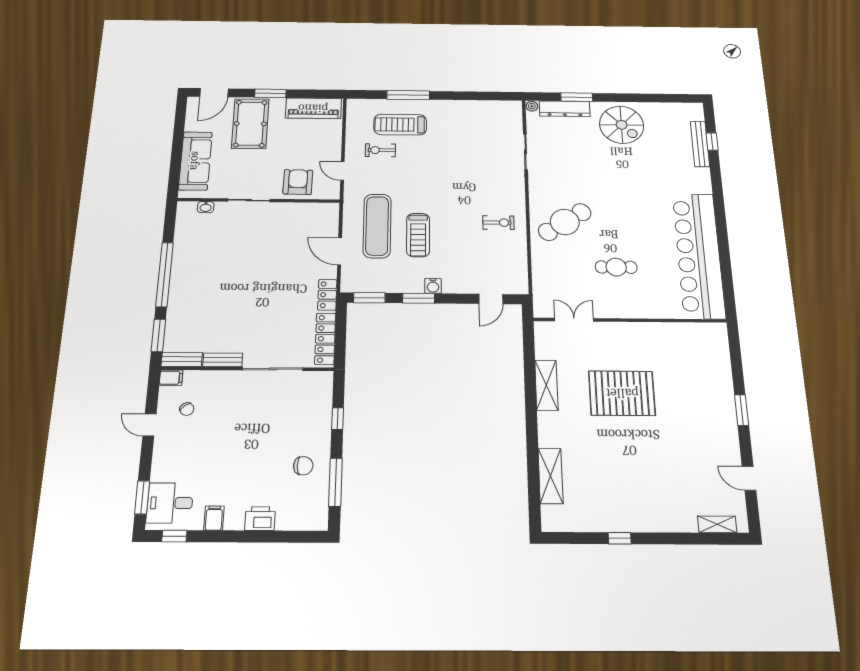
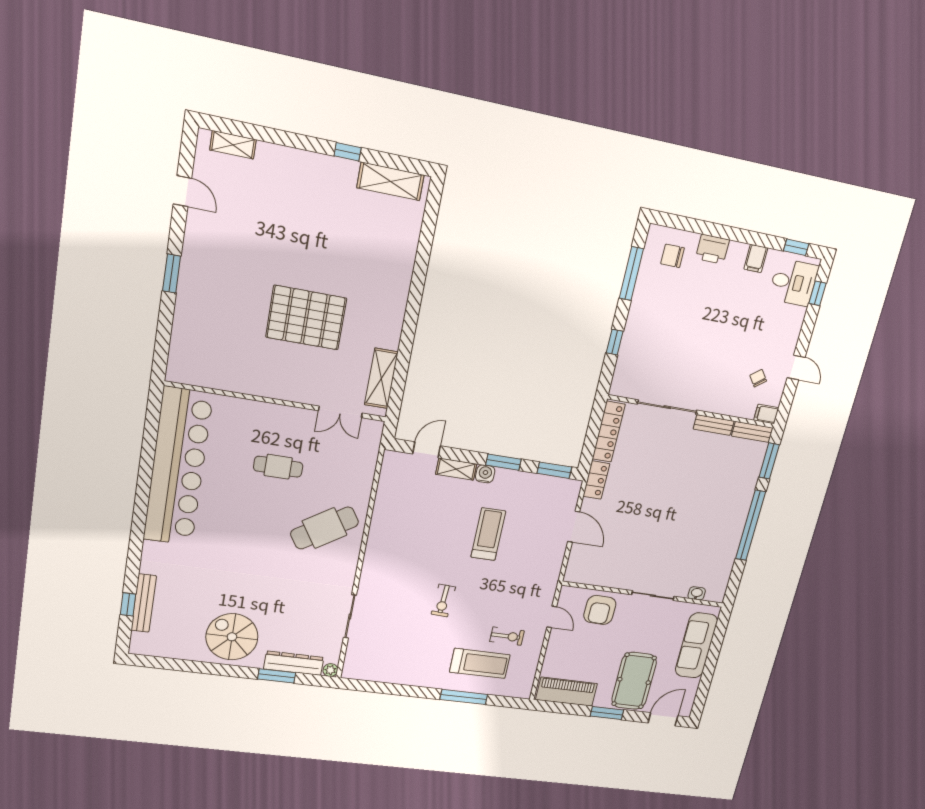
exercise bike: (498, 223) -> (443, 601), moved, turned -87
exercise mat: (377, 226) -> (529, 550), removed
shelving: (460, 286) -> (456, 469), added
shelving: (546, 385) -> (381, 378), moved
chair: (303, 466) -> (673, 256), moved
shelving: (550, 476) -> (390, 181), moved, turned 90
window: (142, 497) -> (818, 293), width x0.67

